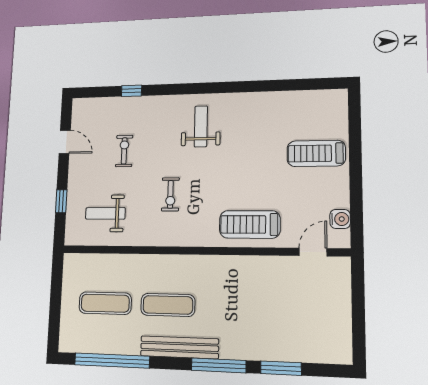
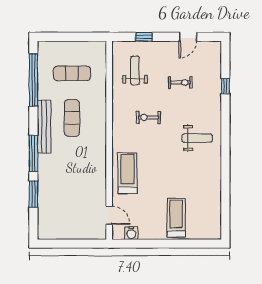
exercise mat: (105, 303) -> (72, 73), turned 90

